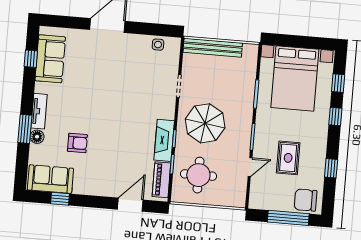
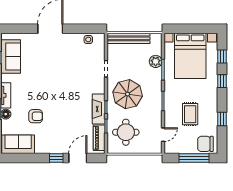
plant: (247, 82) -> (156, 61), added
door: (250, 167) -> (163, 135), moved
window: (60, 199) -> (56, 158), moved

